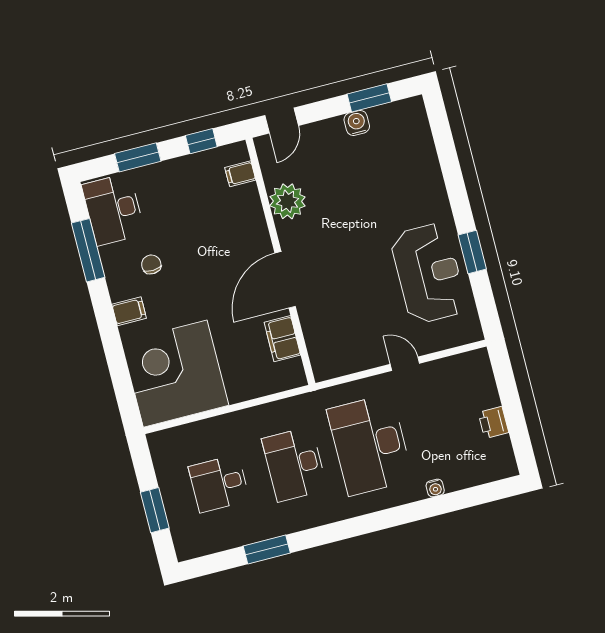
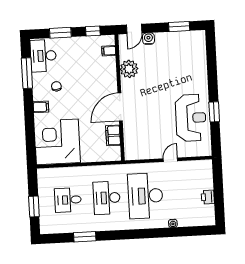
water cooler: (357, 123) -> (148, 39), moved
door: (405, 364) -> (170, 160), hinge flipped

